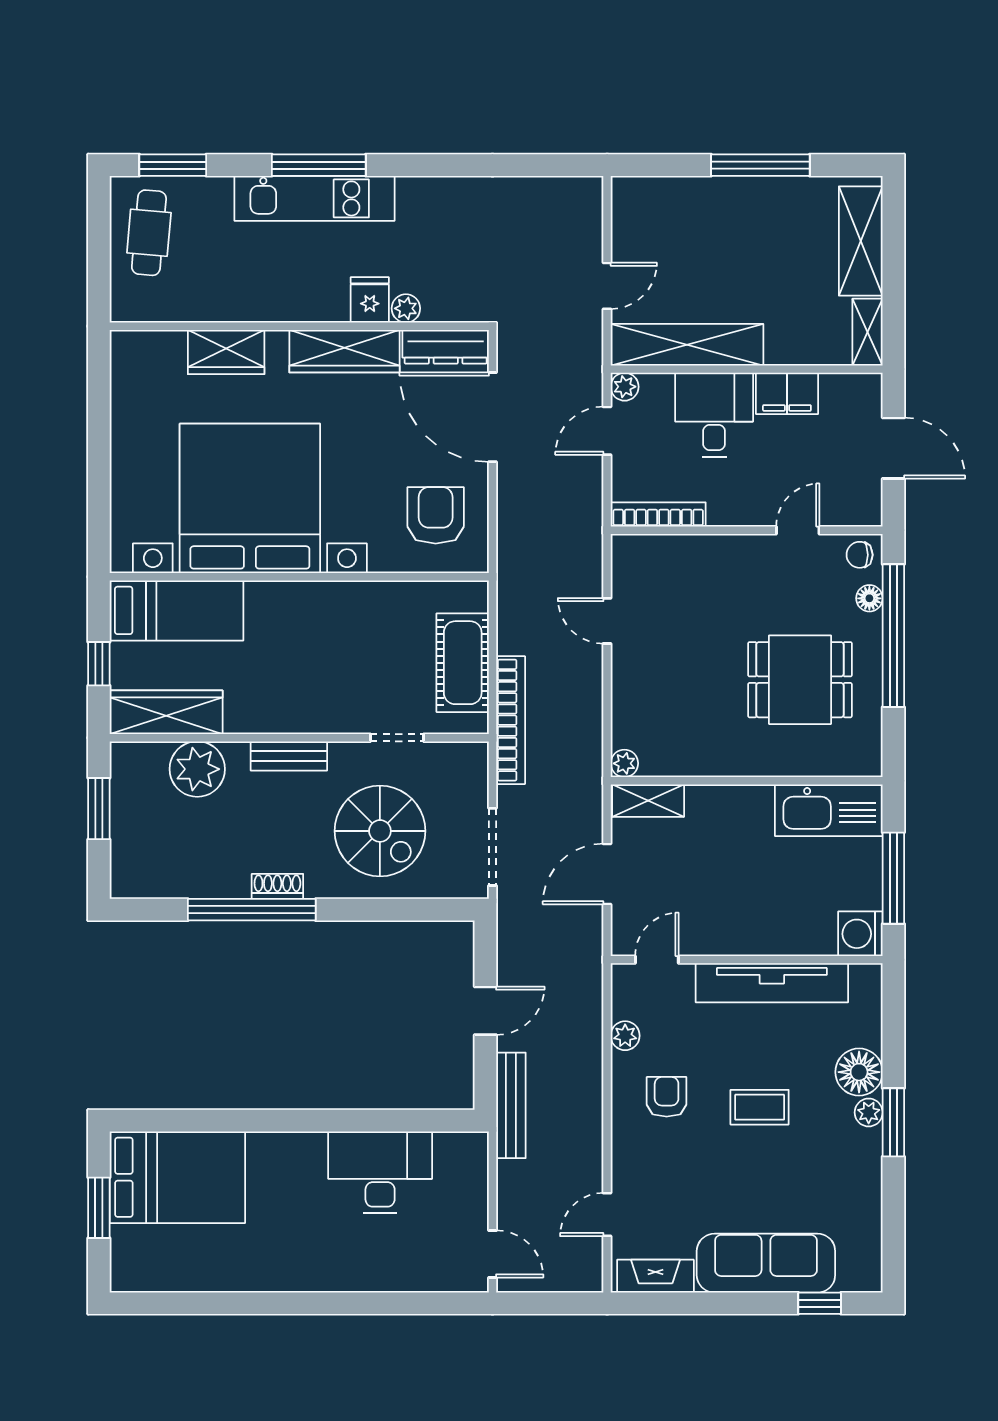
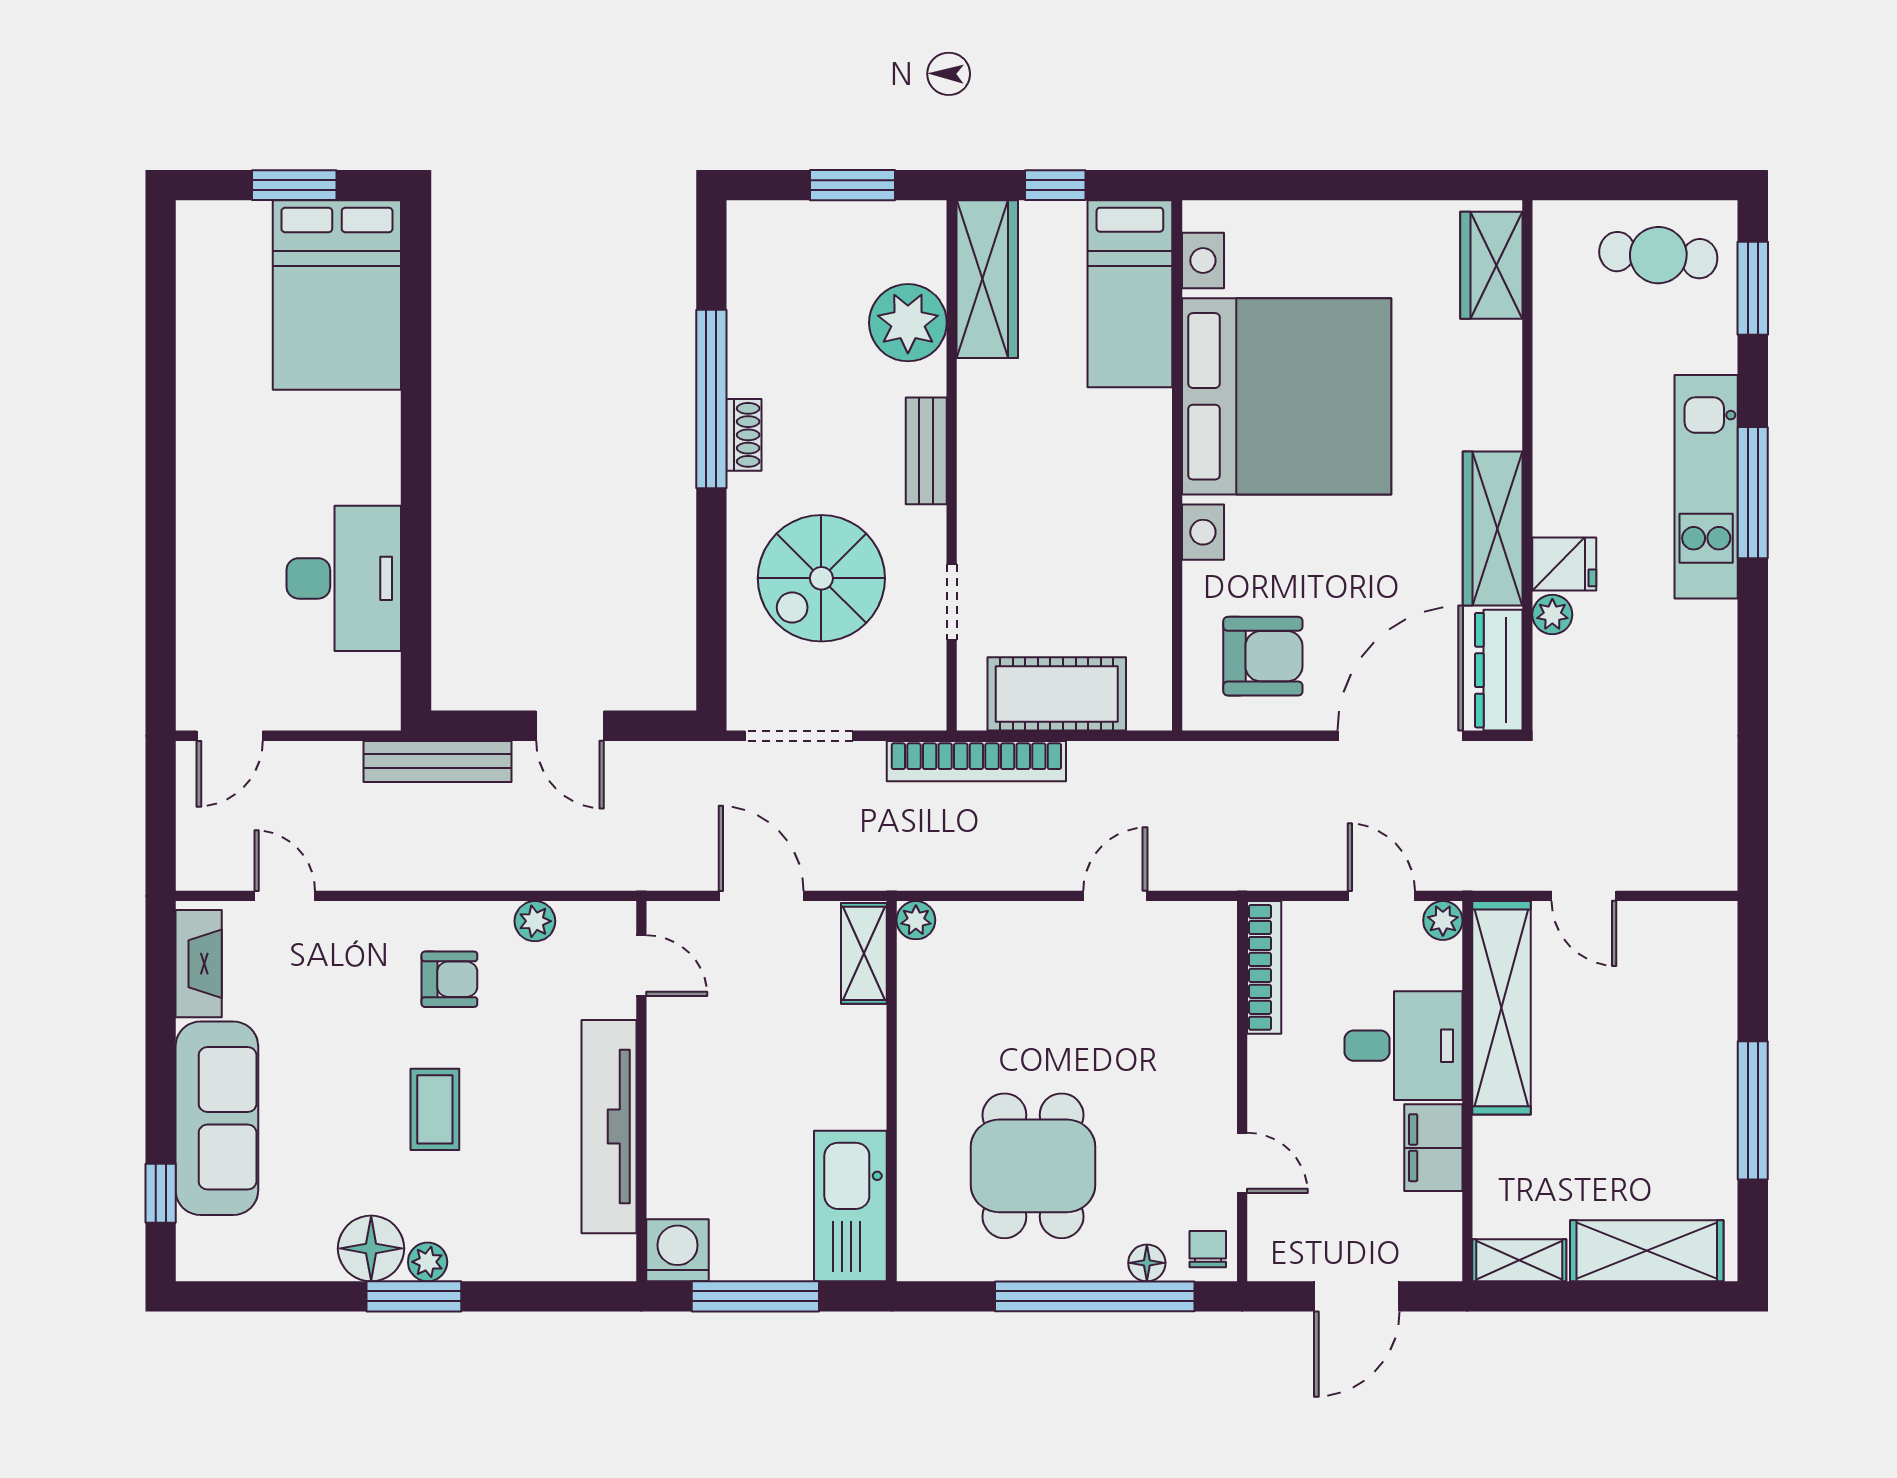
wardrobe: (226, 352) -> (1491, 265), moved
floor lamp: (859, 1072) -> (371, 1248), moved

